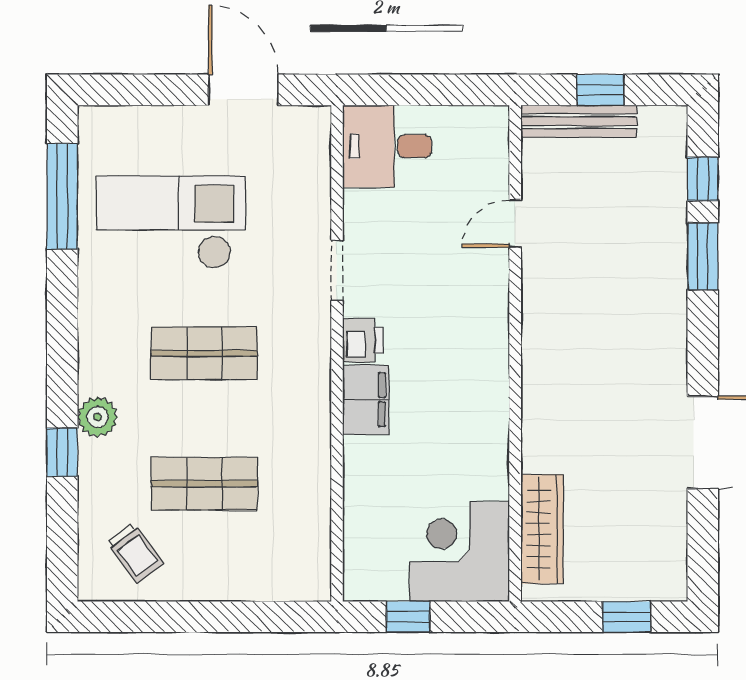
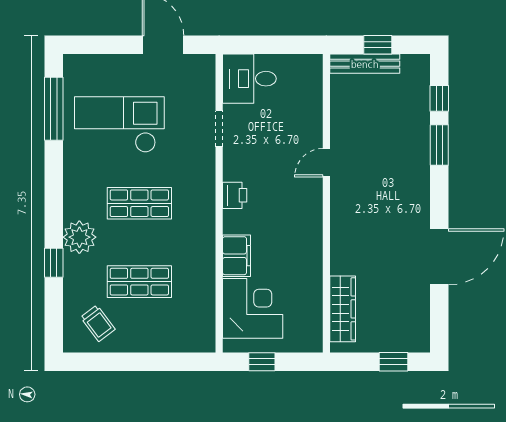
door: (515, 224) -> (326, 163), moved
doorway: (337, 271) -> (219, 129), moved
filing cabinet: (366, 400) -> (236, 256), moved
plant: (97, 417) -> (79, 237), width x1.36, depth x1.36
corner desk: (460, 552) -> (253, 308), moved, turned 90

